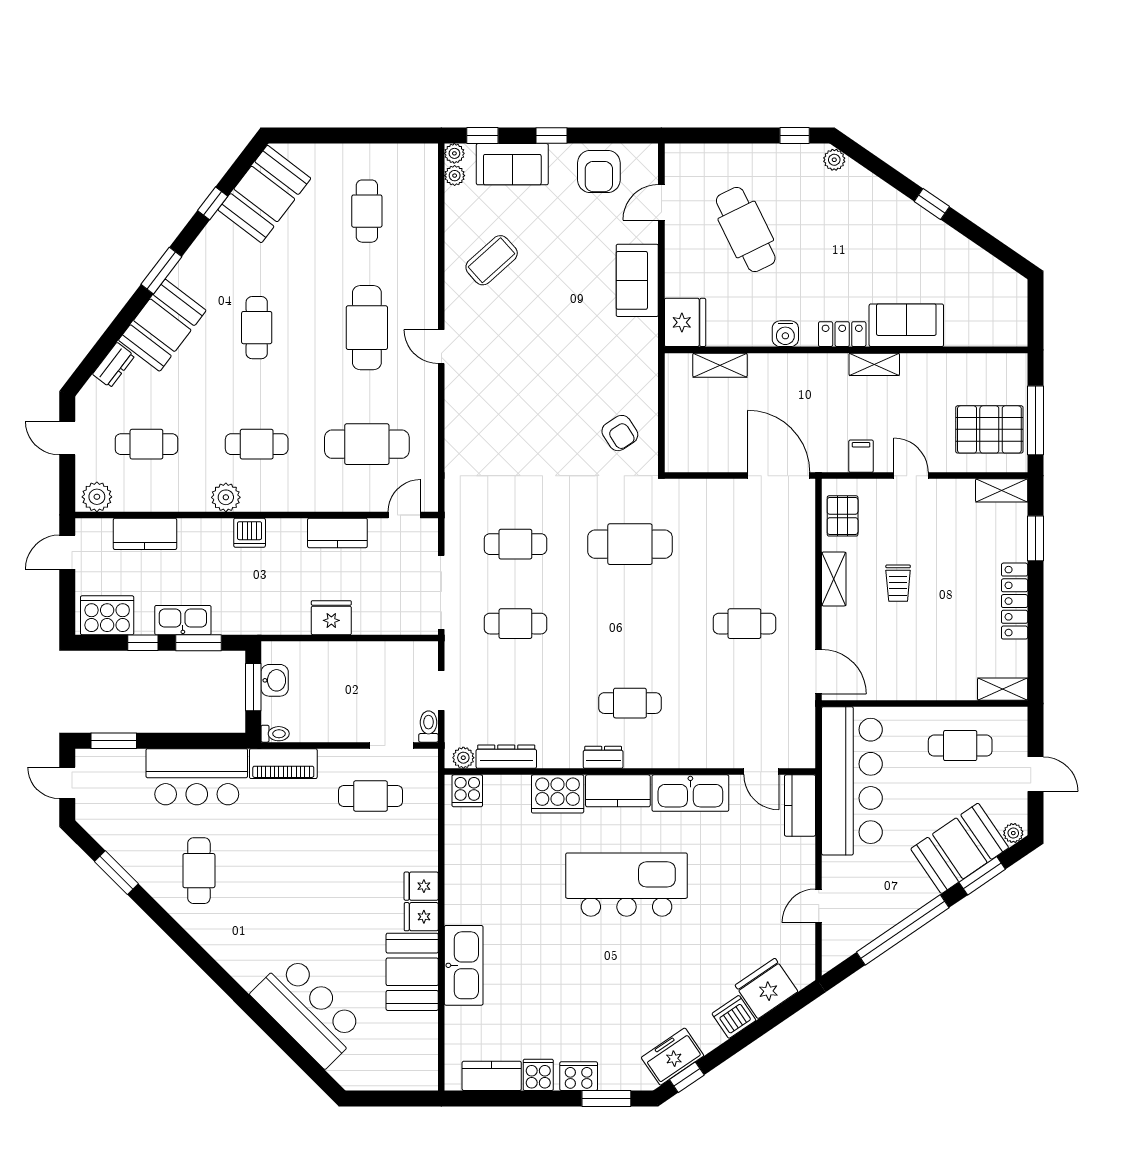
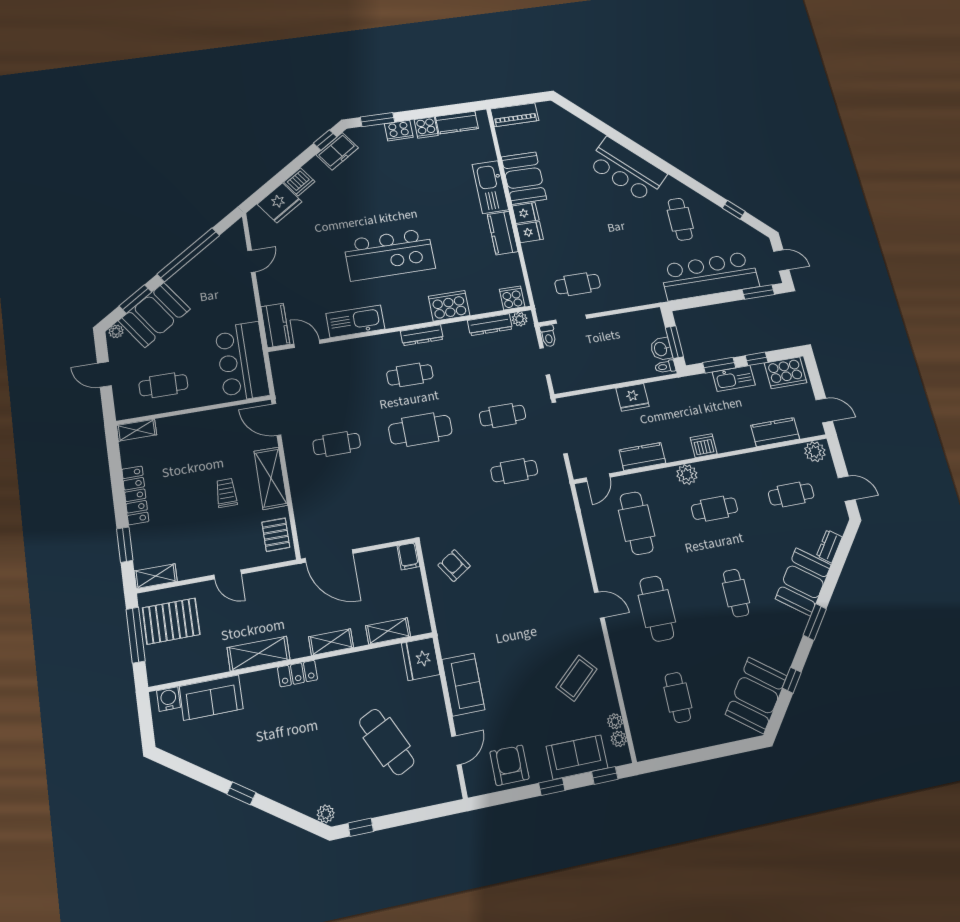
plant: (454, 153) -> (615, 721), moved
sofa: (906, 325) -> (211, 698), moved
water cooler: (785, 334) -> (168, 699), moved
shelving: (874, 364) -> (258, 654), width x1.50, depth x1.33
shelving: (794, 365) -> (331, 642), added
cafe table: (367, 444) -> (637, 523), turned 90
filing cabinet: (861, 456) -> (408, 556), moved
plant: (226, 497) -> (687, 474), moved
cafe table: (630, 544) -> (420, 430), moved
door: (67, 552) -> (824, 410), hinge flipped
shelving: (834, 579) -> (271, 478), width x1.50, depth x1.33
toilet: (275, 734) -> (665, 367), moved
dresser: (603, 757) -> (422, 335), width x1.44
piano: (283, 764) -> (515, 115), moved, turned 180
bar counter: (197, 777) -> (709, 276), width x1.36
bar counter: (852, 781) -> (242, 362), width x0.73
kitchen counter: (618, 791) -> (503, 233), moved, turned -90
window: (116, 873) -> (734, 210), width x0.67
bar counter: (308, 1011) -> (627, 169), moved

